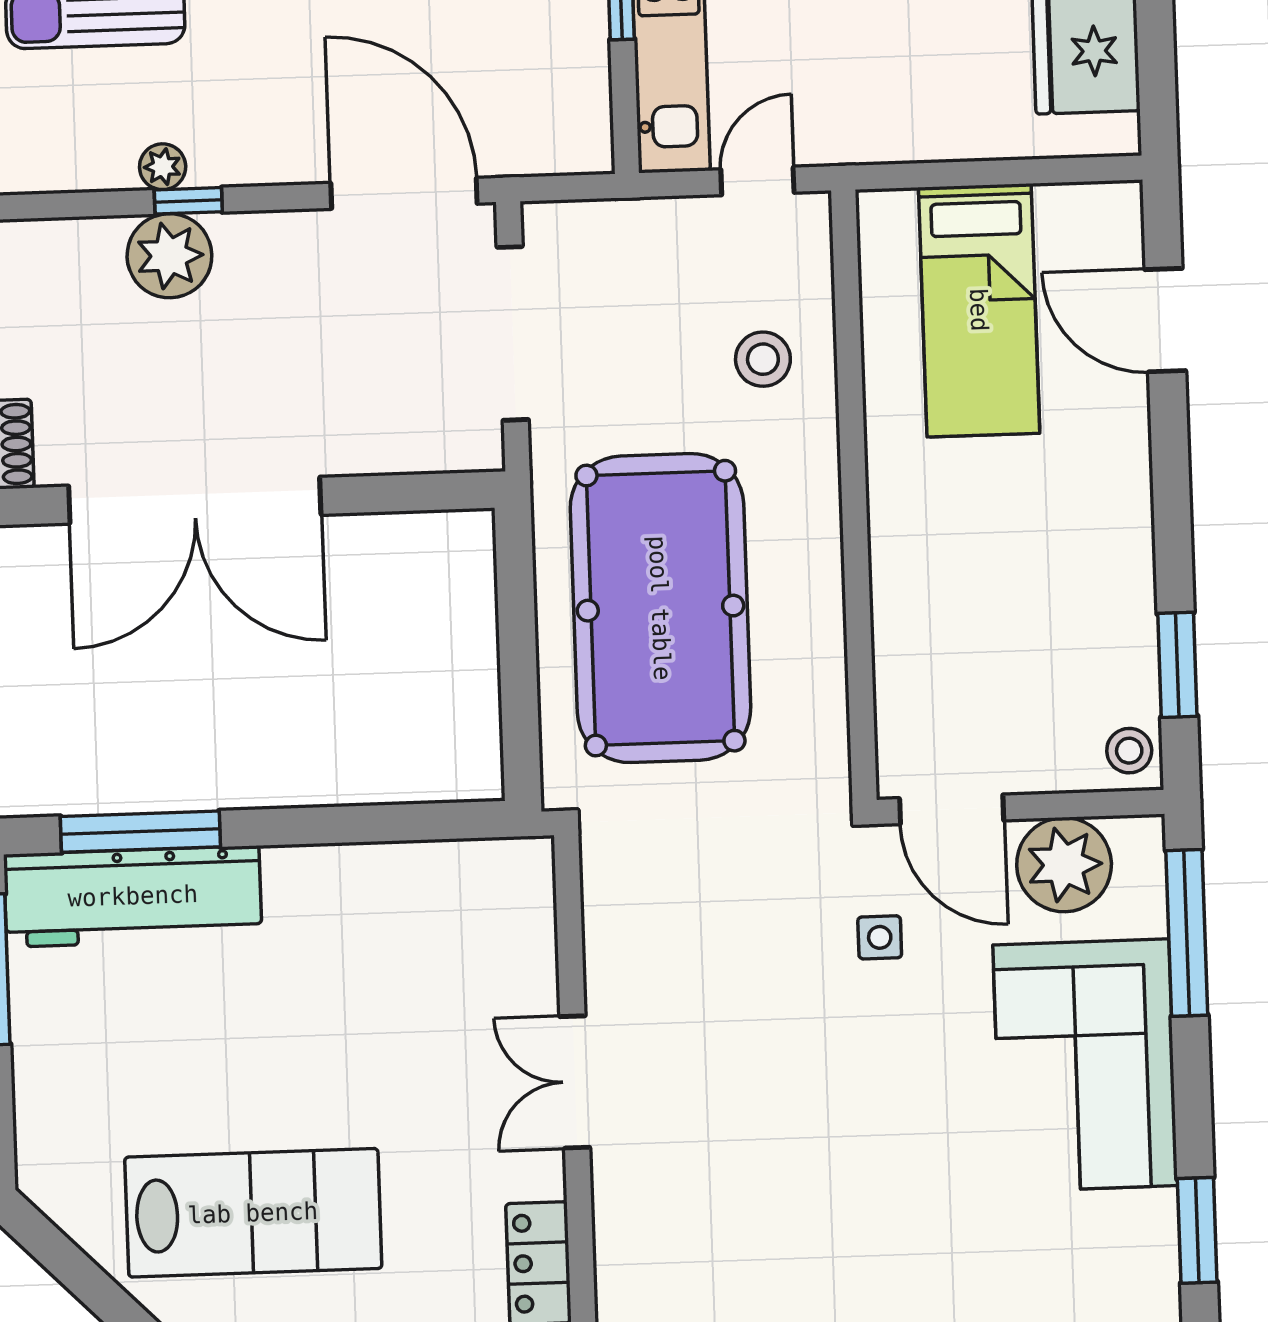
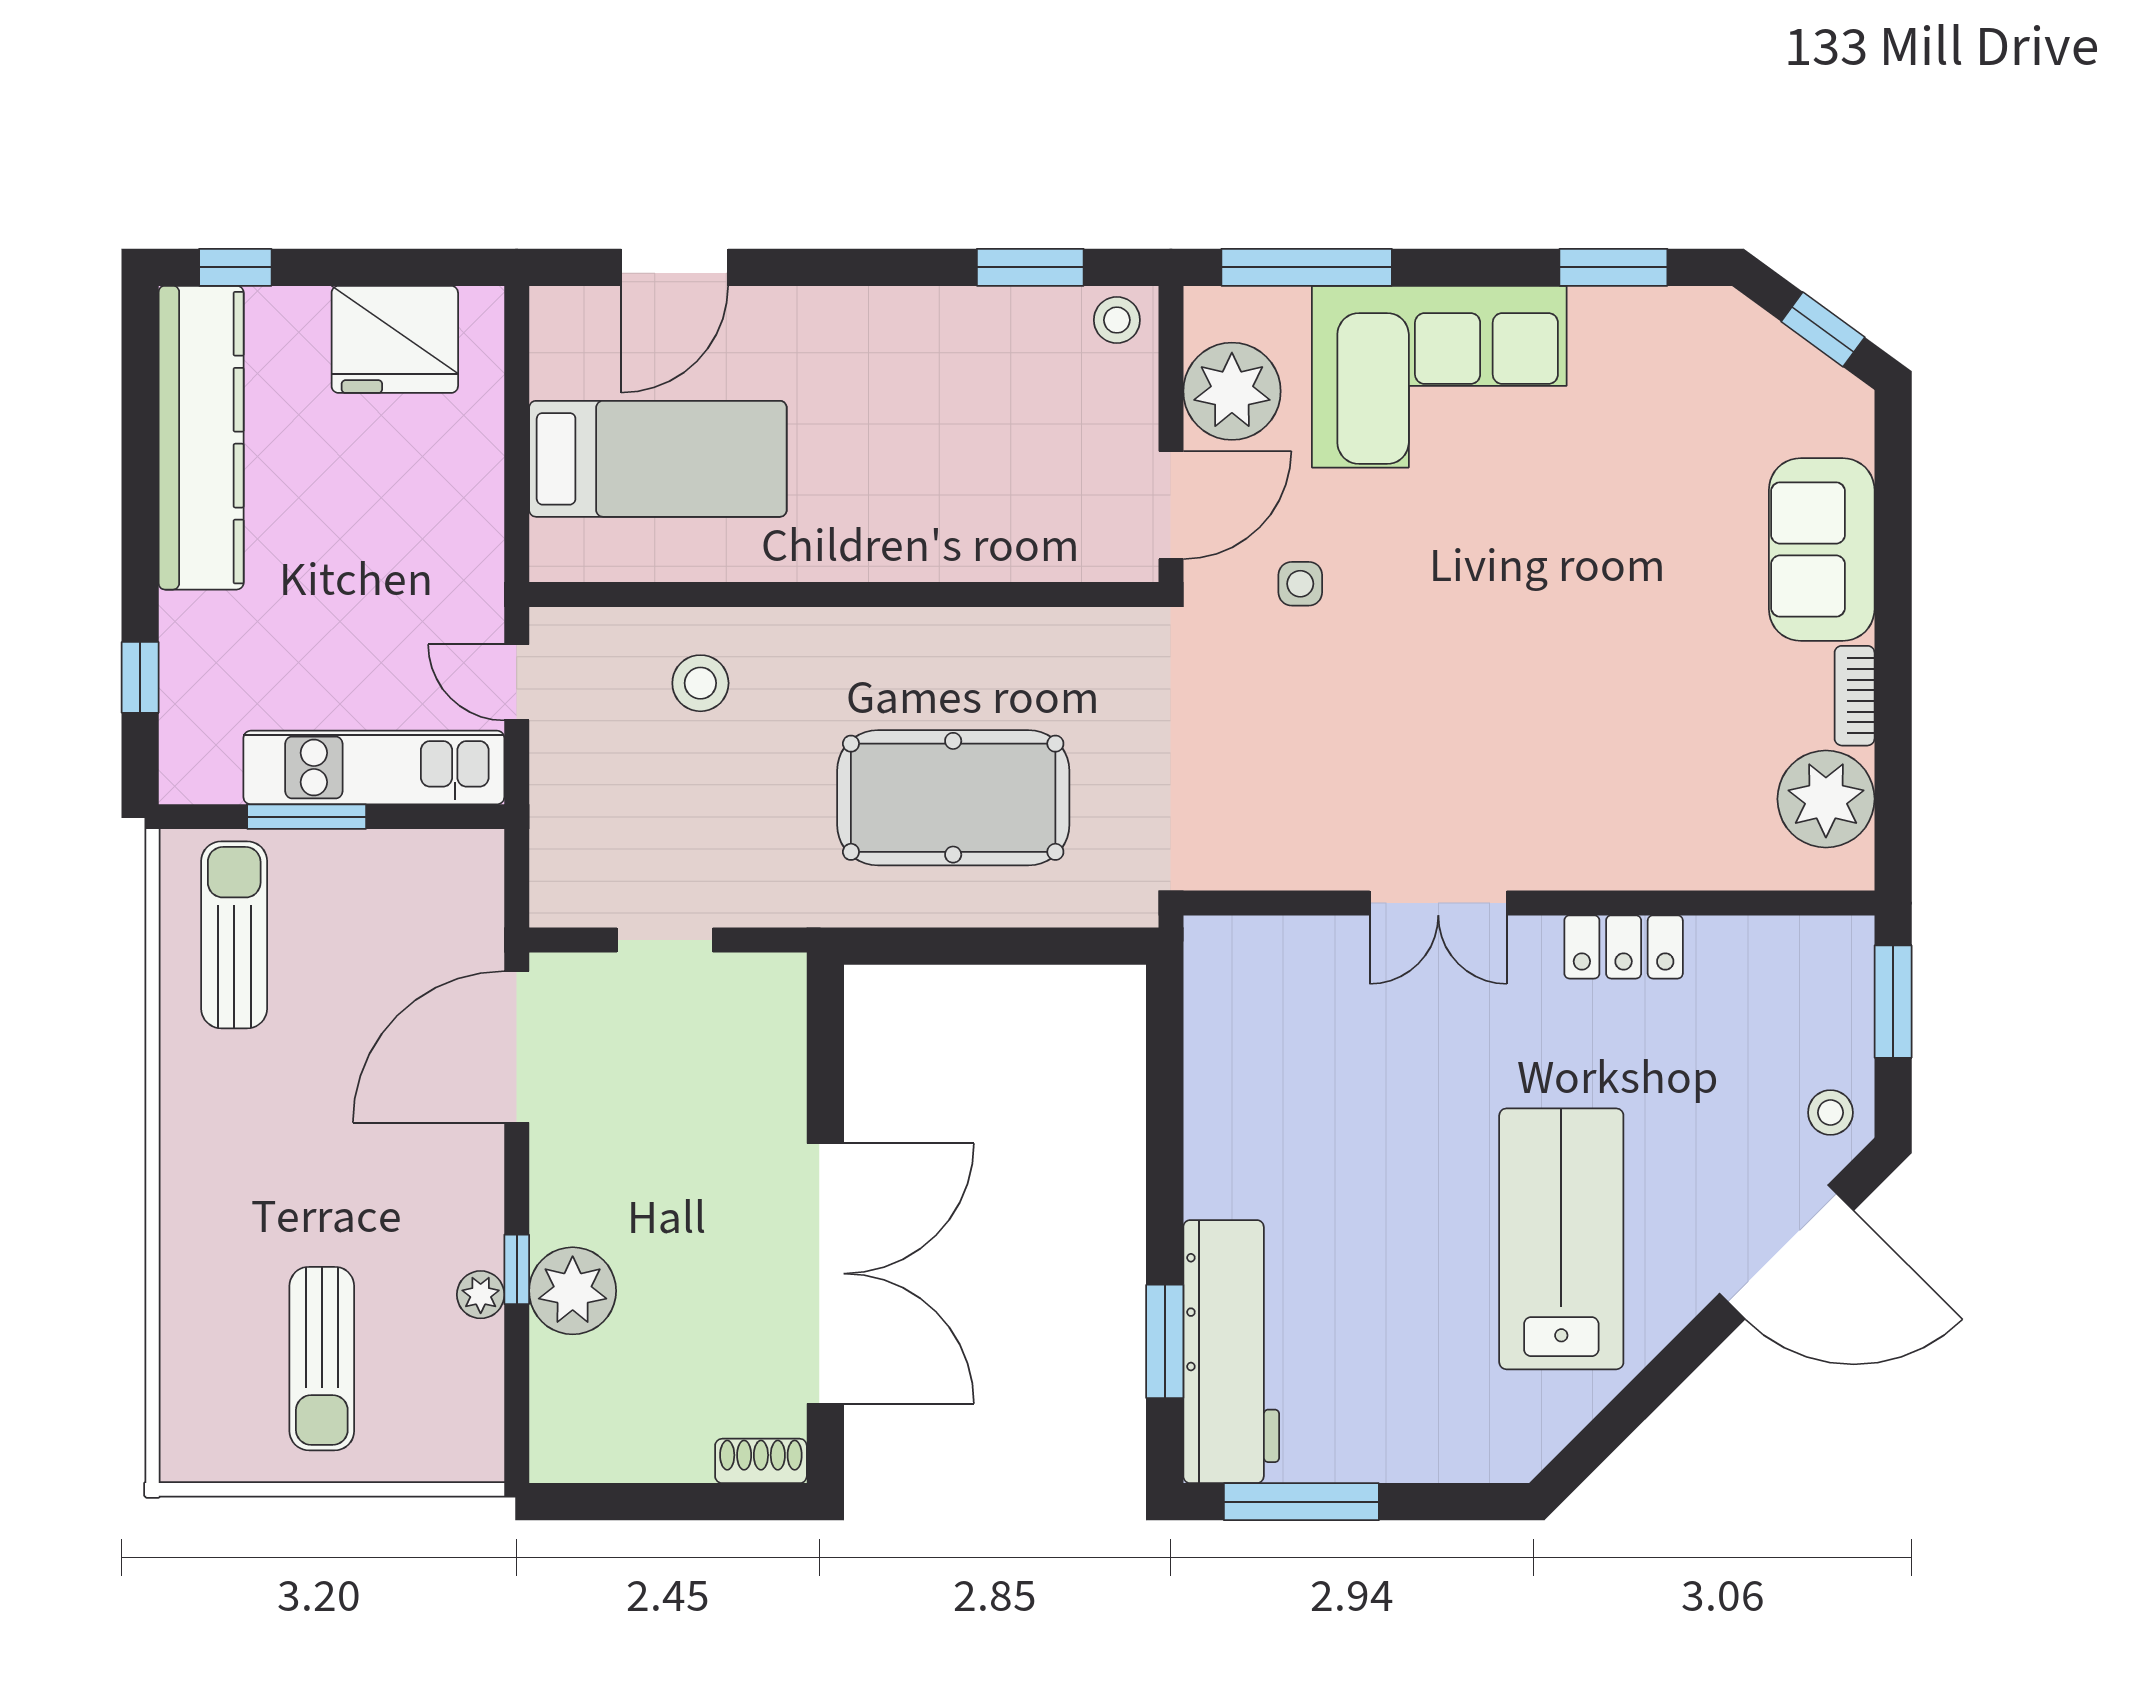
doorway: (513, 333) -> (665, 940), width x0.53
pool table: (660, 608) -> (953, 798), width x0.73, depth x0.76
window: (140, 832) -> (1165, 1341), width x0.69

